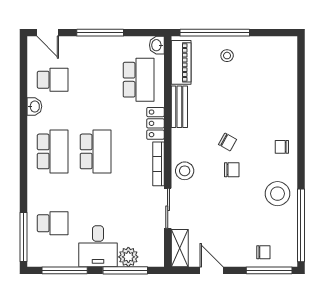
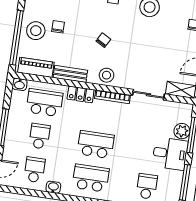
stool: (227, 56) -> (36, 31), width x1.89, depth x1.89
school desk: (96, 80) -> (40, 136), added
chair: (232, 170) -> (58, 27), moved
stool: (185, 171) -> (107, 75), moved

